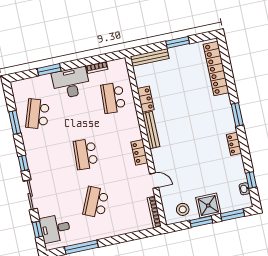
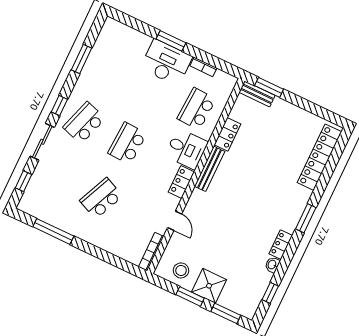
window: (178, 42) -> (269, 87), moved
bench: (150, 57) -> (257, 94), width x0.73
window: (49, 70) -> (171, 41), moved
school desk: (38, 114) -> (84, 123), moved
washbasin: (244, 189) -> (272, 265), moved
desk: (55, 228) -> (186, 149), moved, turned 180

